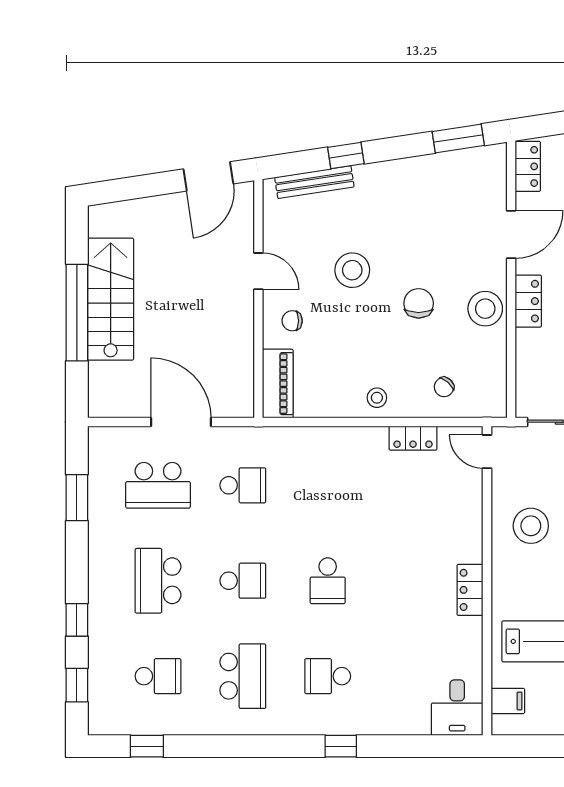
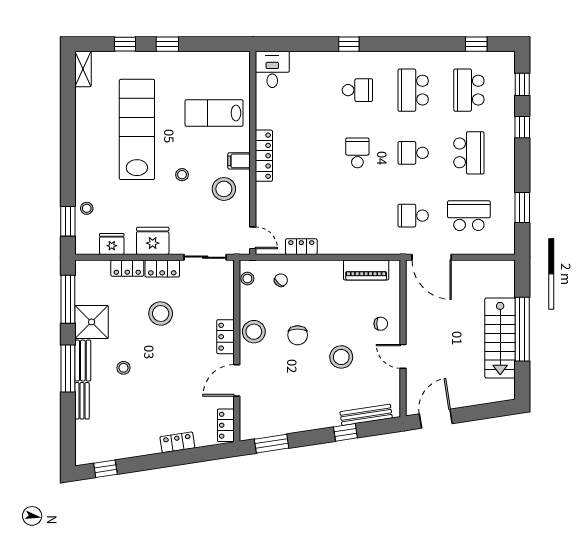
piano: (278, 384) -> (366, 270), moved, turned -90
stool: (377, 398) -> (247, 279), moved
door: (181, 422) -> (432, 257), moved
locker: (470, 590) -> (264, 156), width x1.53
school desk: (158, 676) -> (469, 90), width x1.85
filing cabinet: (508, 701) -> (239, 161), moved

